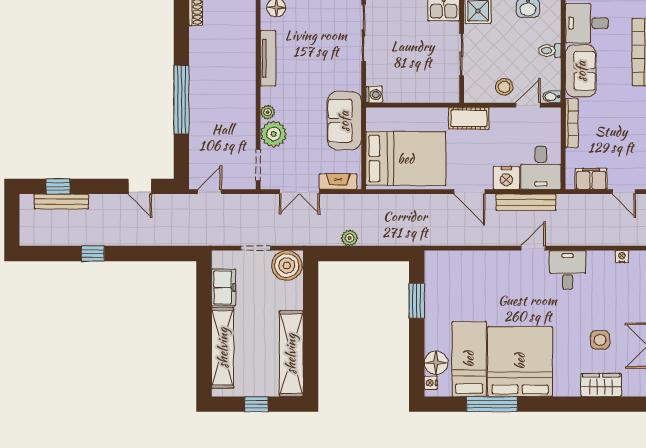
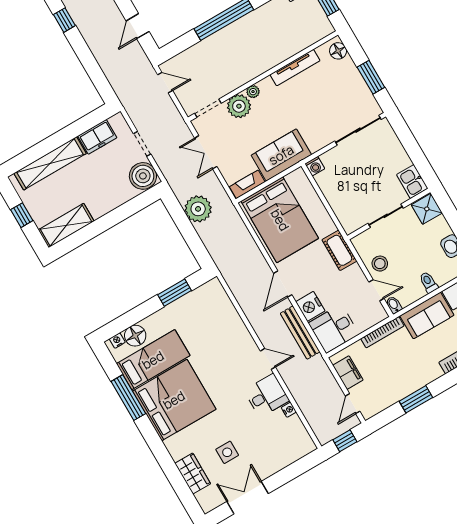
fireplace: (338, 182) -> (247, 184), moved, turned -90
plant: (350, 238) -> (198, 209), width x1.88, depth x1.88
nightstand: (622, 257) -> (289, 410), moved
shelving: (291, 354) -> (66, 226), width x0.68

